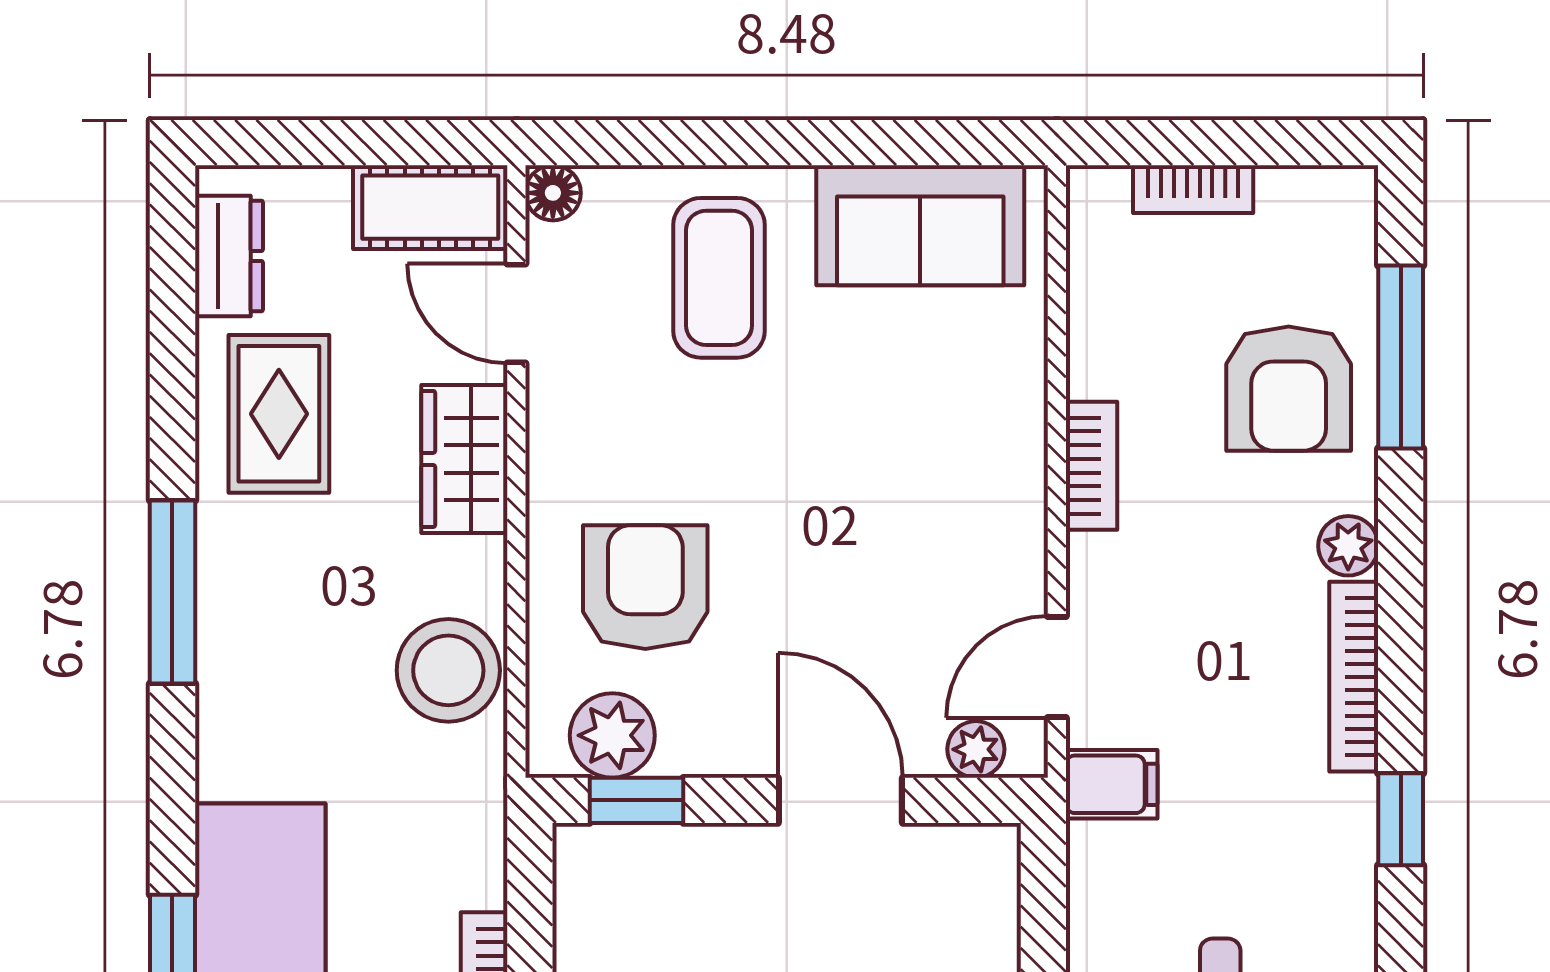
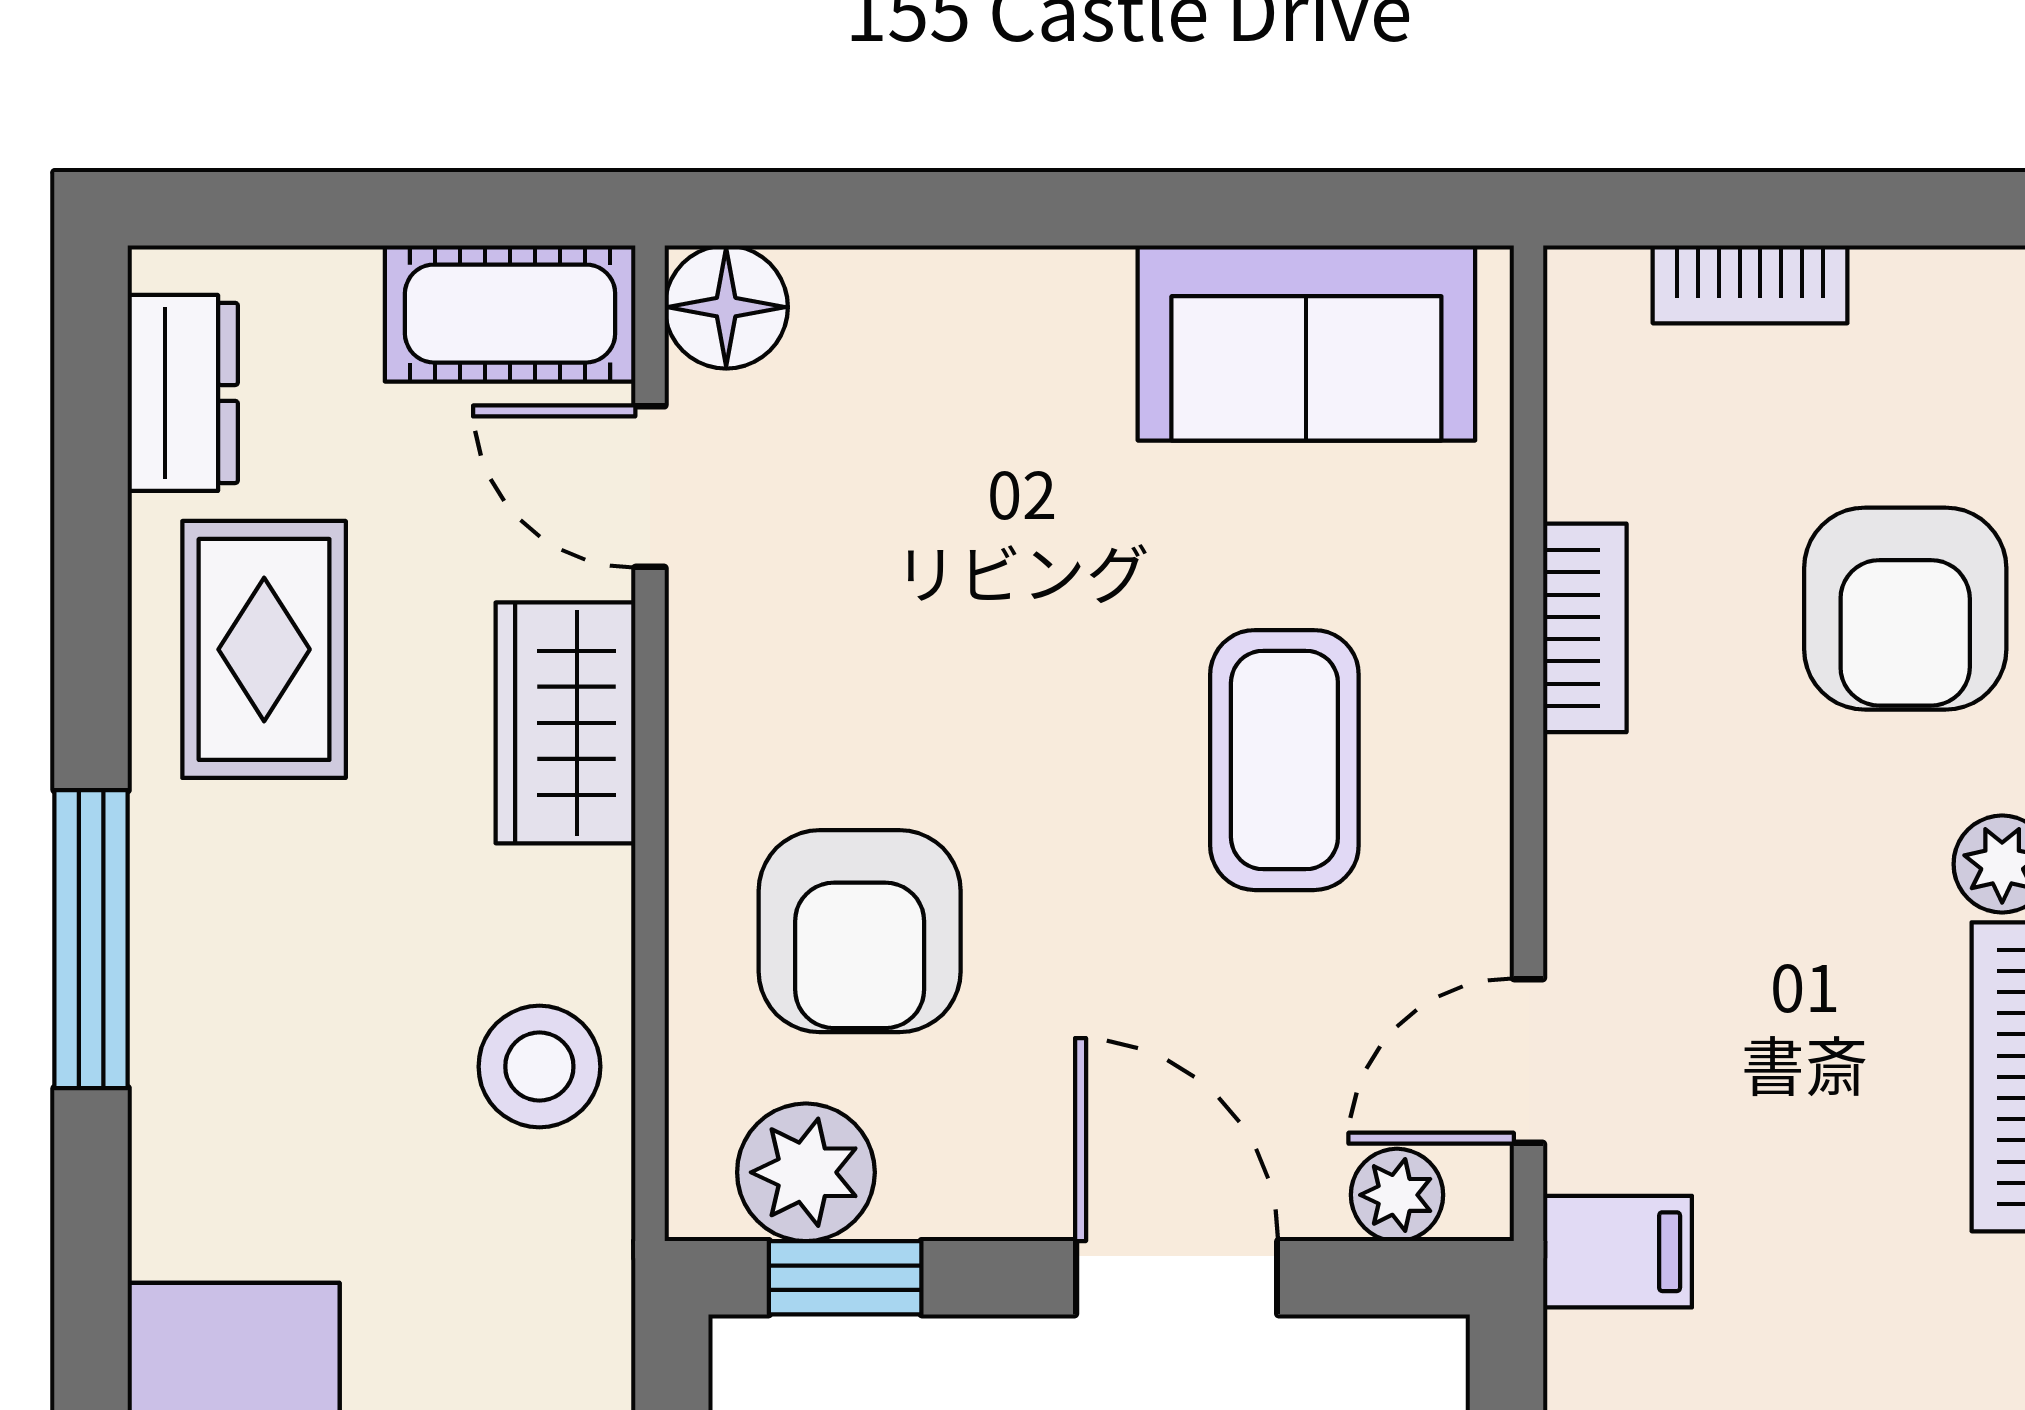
floor lamp: (553, 193) -> (726, 307), width x1.37, depth x1.37
coffee table: (719, 278) -> (1284, 760), moved
bookcase: (1091, 466) -> (1585, 628), moved
armchair: (645, 587) -> (860, 931), turned 180
stool: (448, 670) -> (539, 1067), width x0.73, depth x0.73

